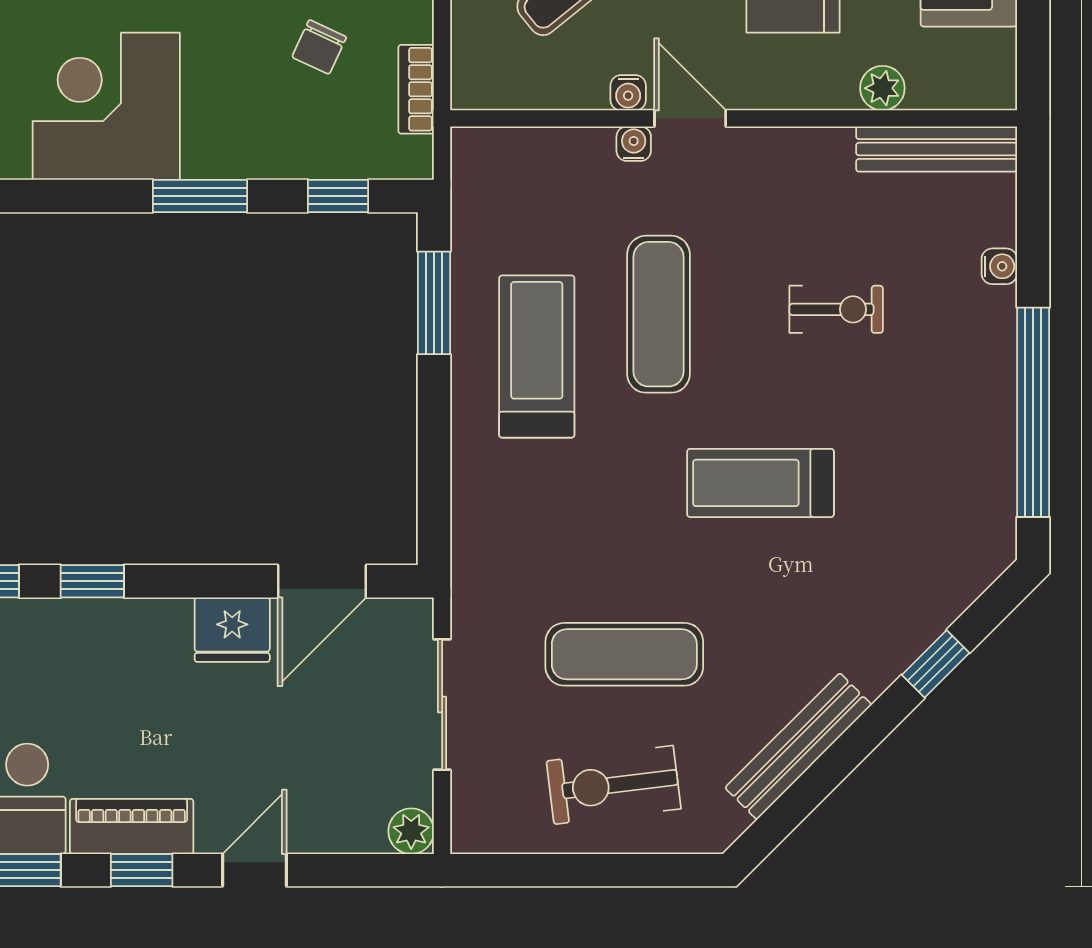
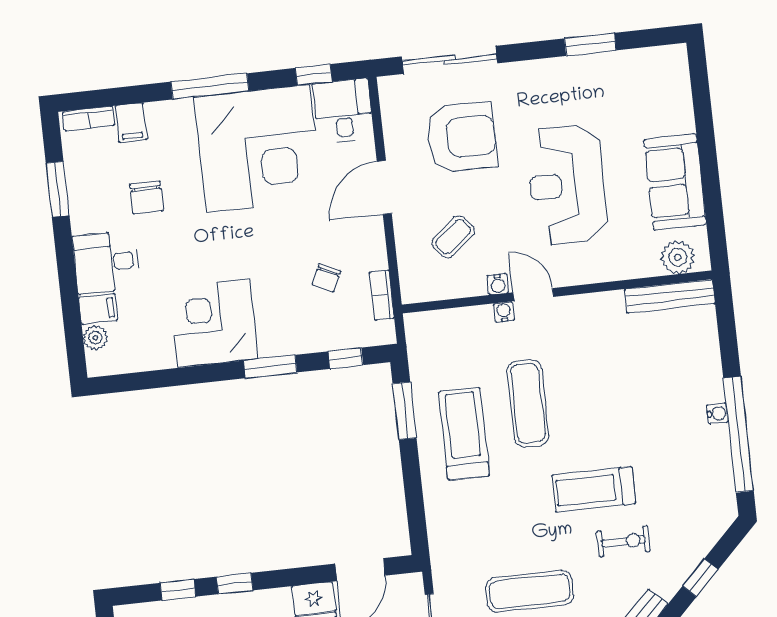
plant: (882, 88) -> (678, 257), moved, width x1.38, depth x1.38
water cooler: (999, 266) -> (717, 413), moved
exercise bike: (836, 309) -> (624, 541), moved

